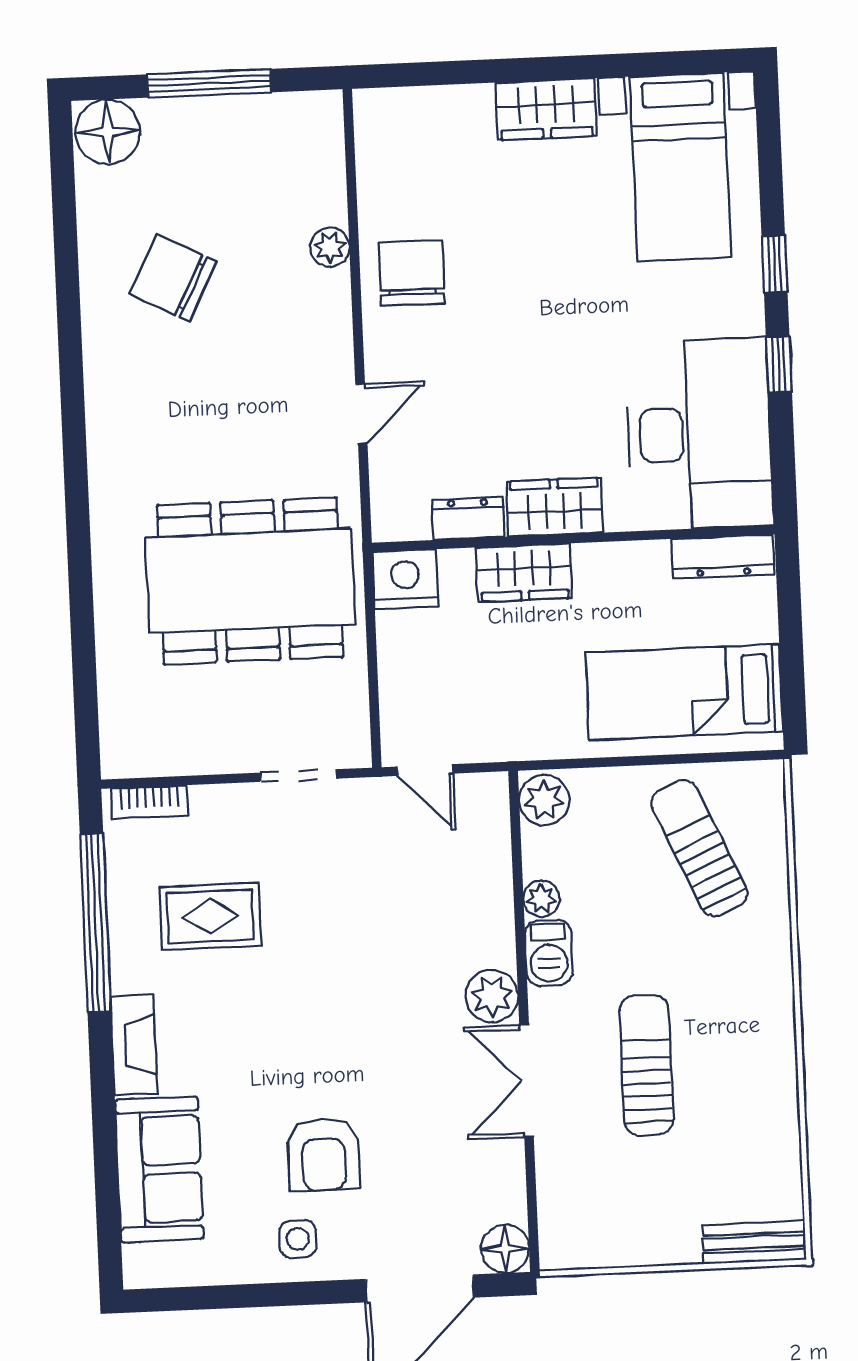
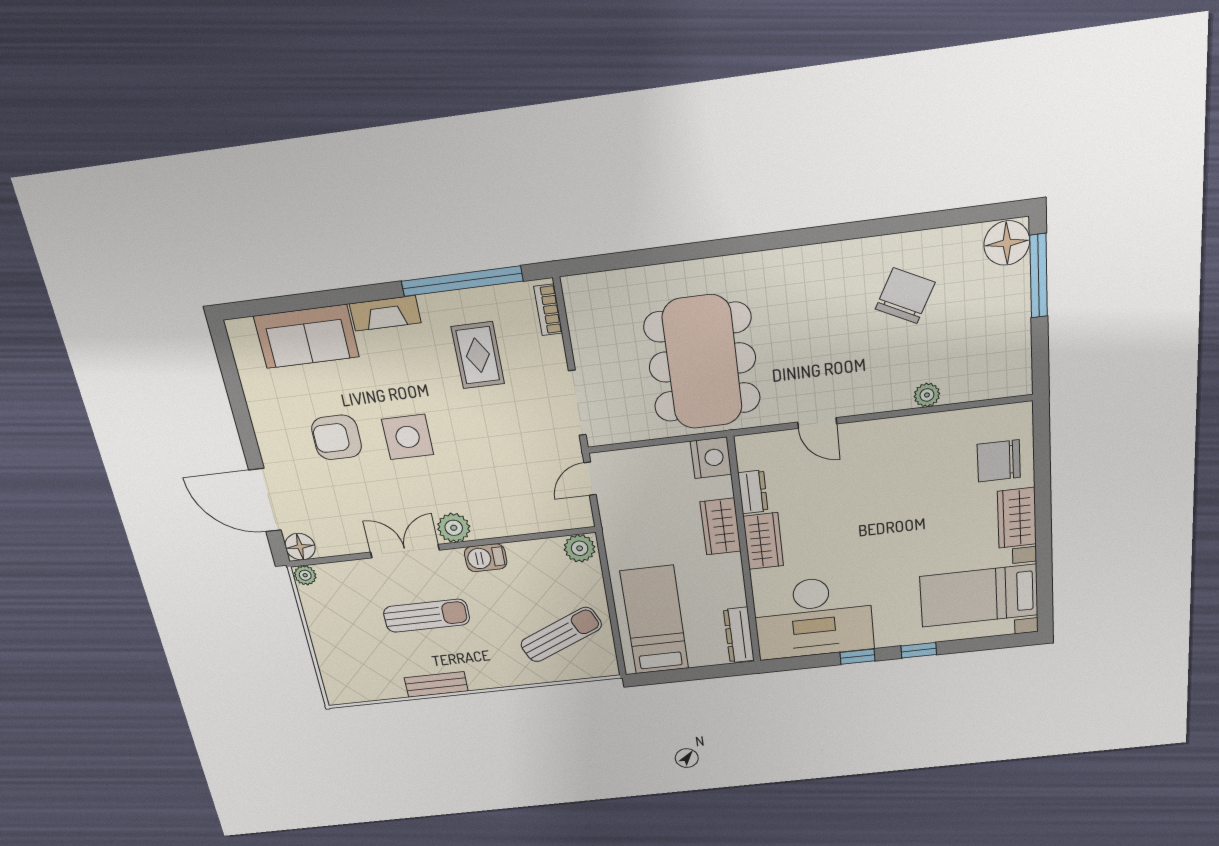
window: (209, 83) -> (1039, 276), moved
chair: (412, 273) -> (999, 461), moved, turned 180
doorway: (298, 776) -> (577, 403), width x1.38
plant: (541, 899) -> (305, 575), moved
side table: (298, 1239) -> (408, 437), moved, width x1.87, depth x1.87
bench: (754, 1242) -> (436, 684), moved, turned 90

